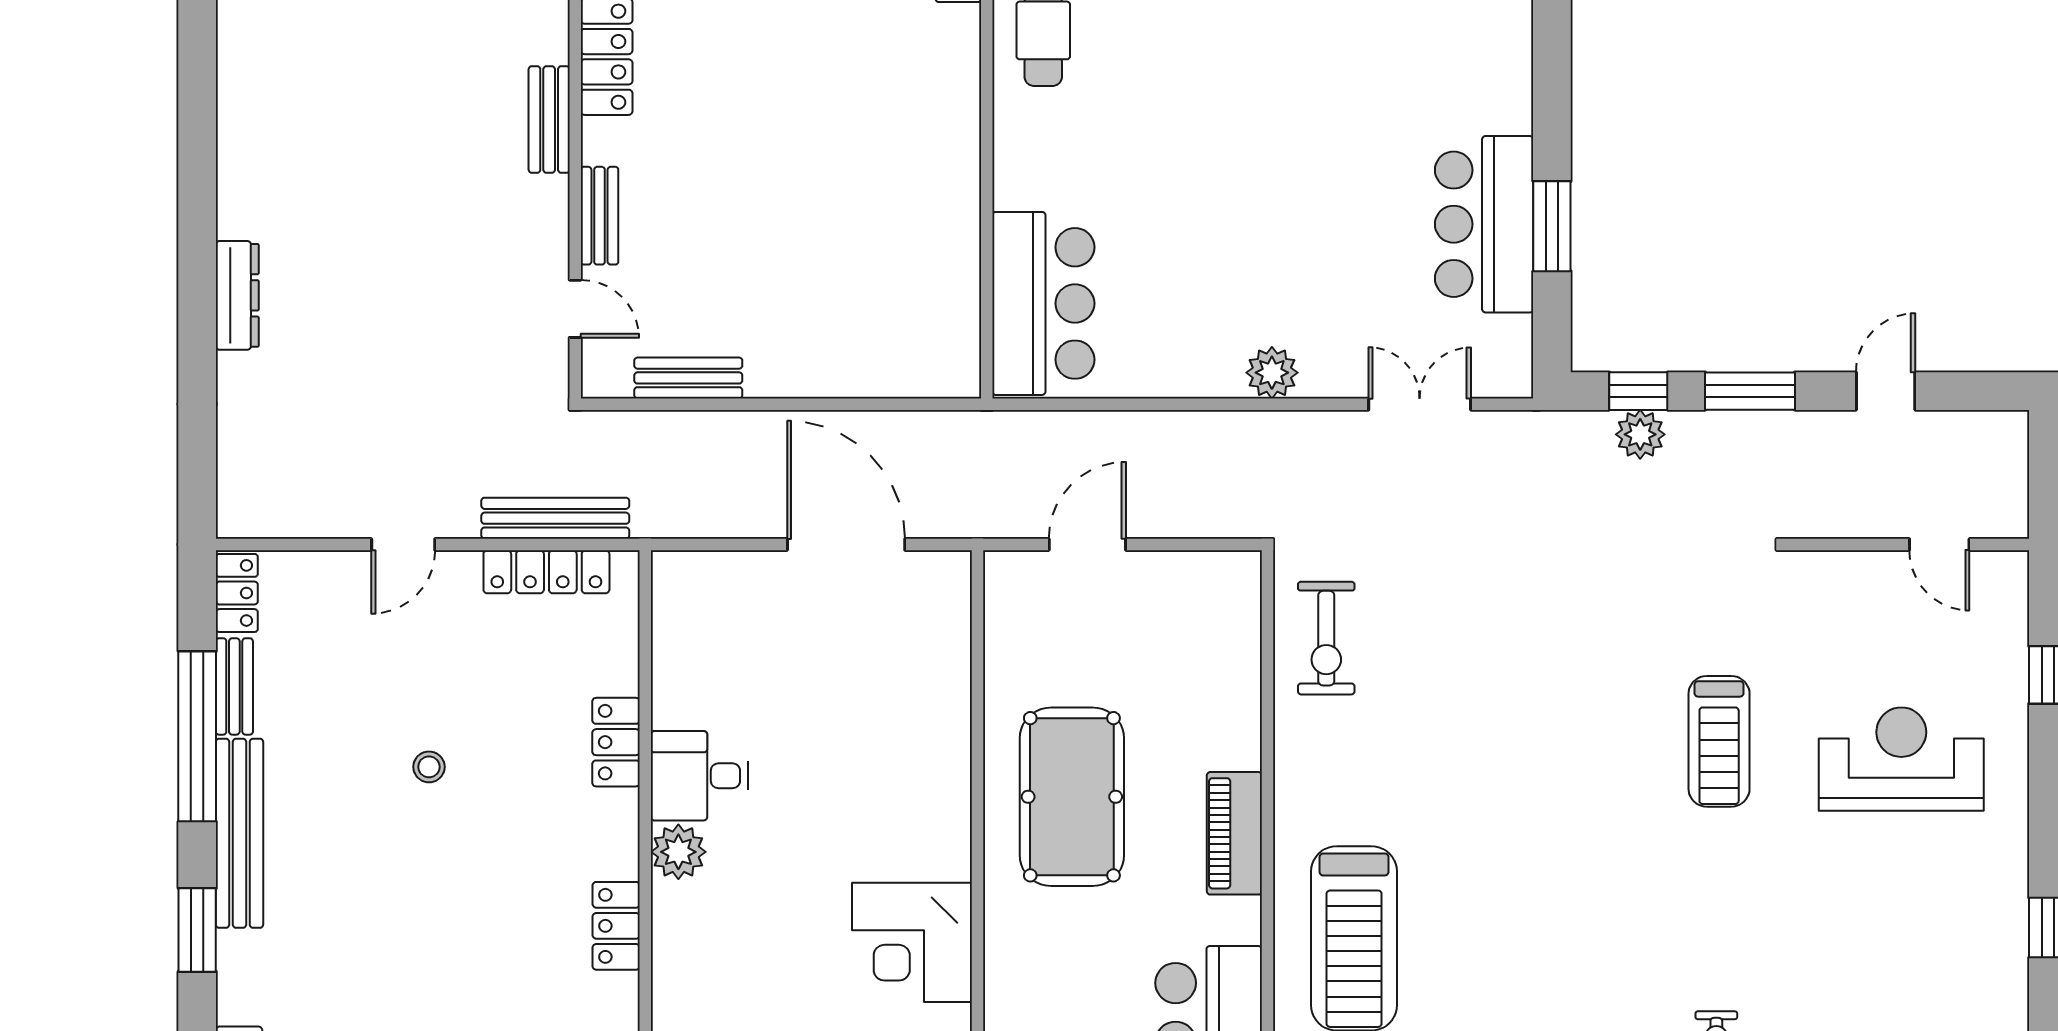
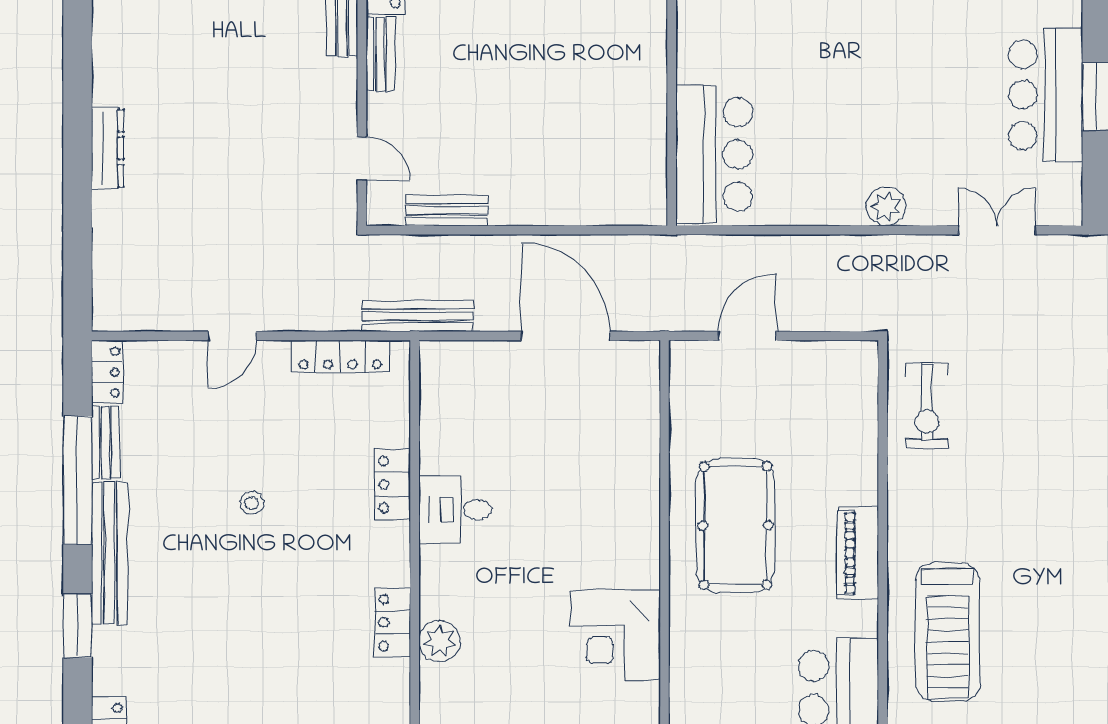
bench: (600, 216) -> (380, 54), moved
bench: (555, 518) -> (417, 316), moved
plant: (678, 852) -> (439, 641), moved

